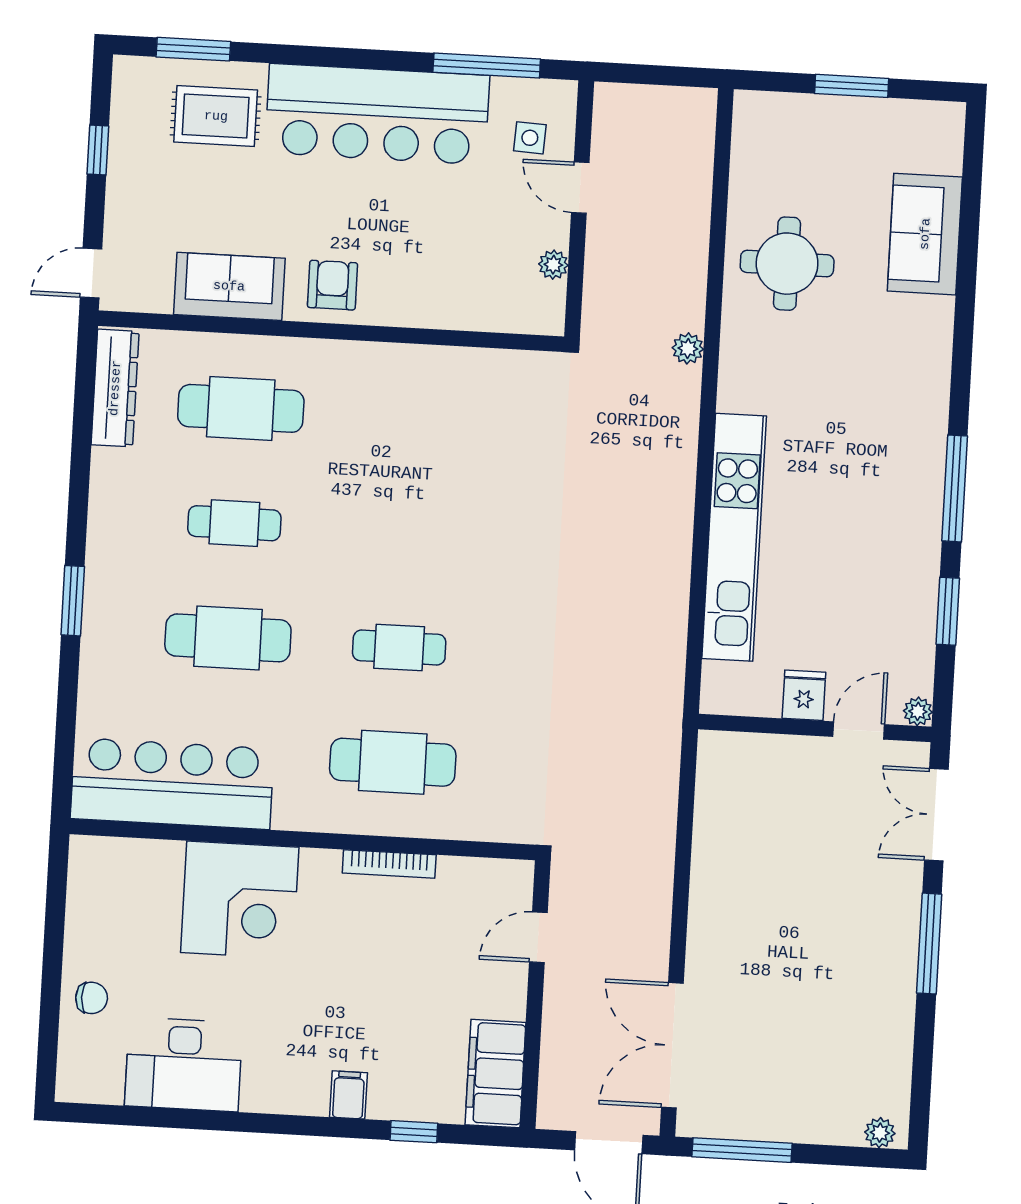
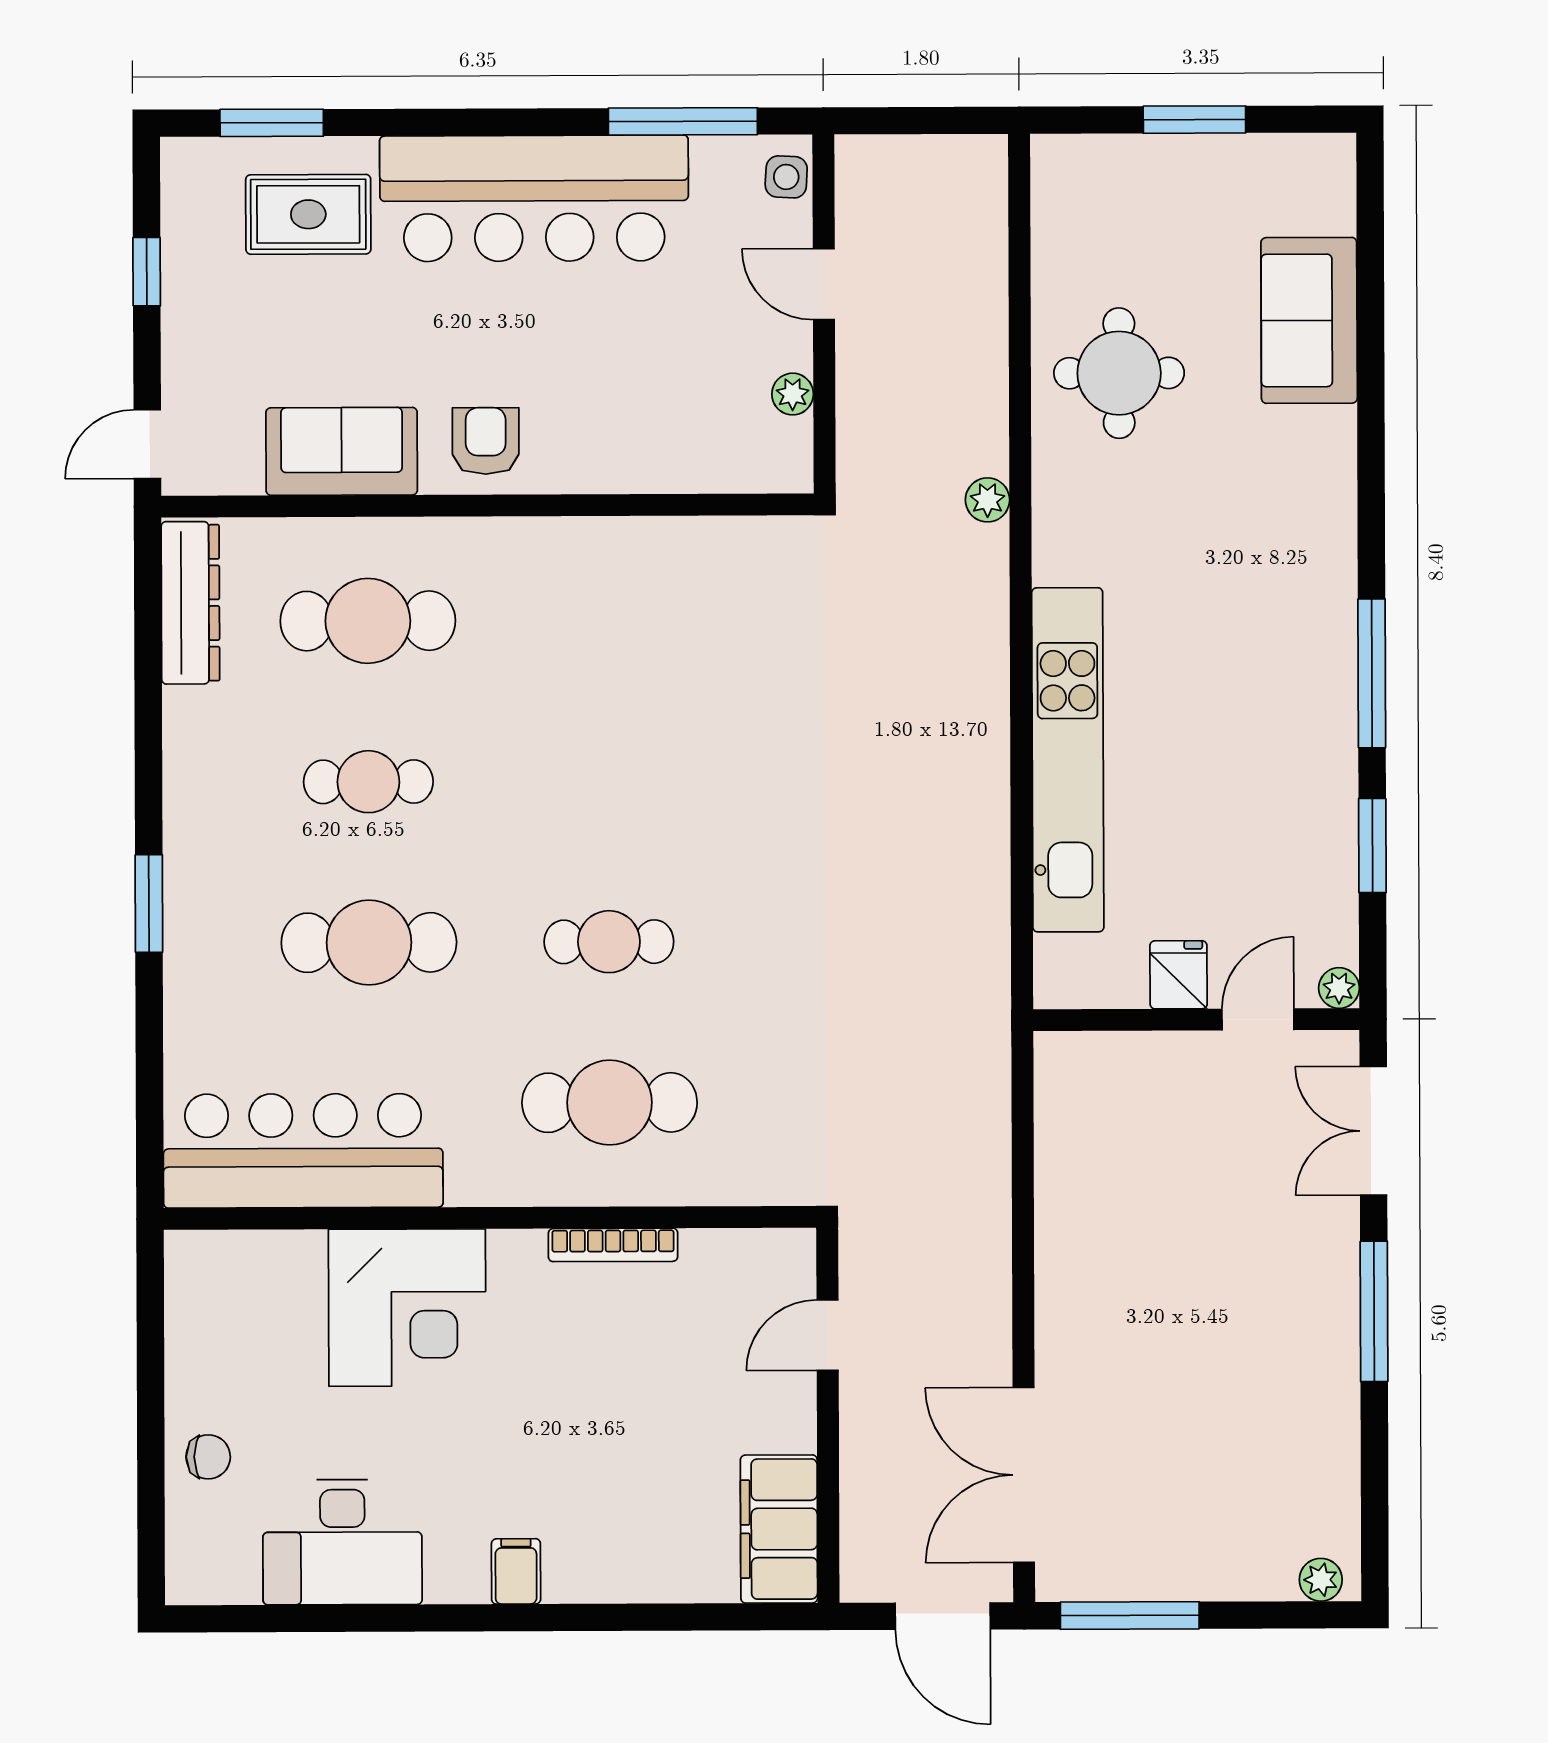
side table: (530, 138) -> (786, 177), moved
filing cabinet: (348, 1095) -> (516, 1571), moved
window: (414, 1132) -> (670, 1617), removed

